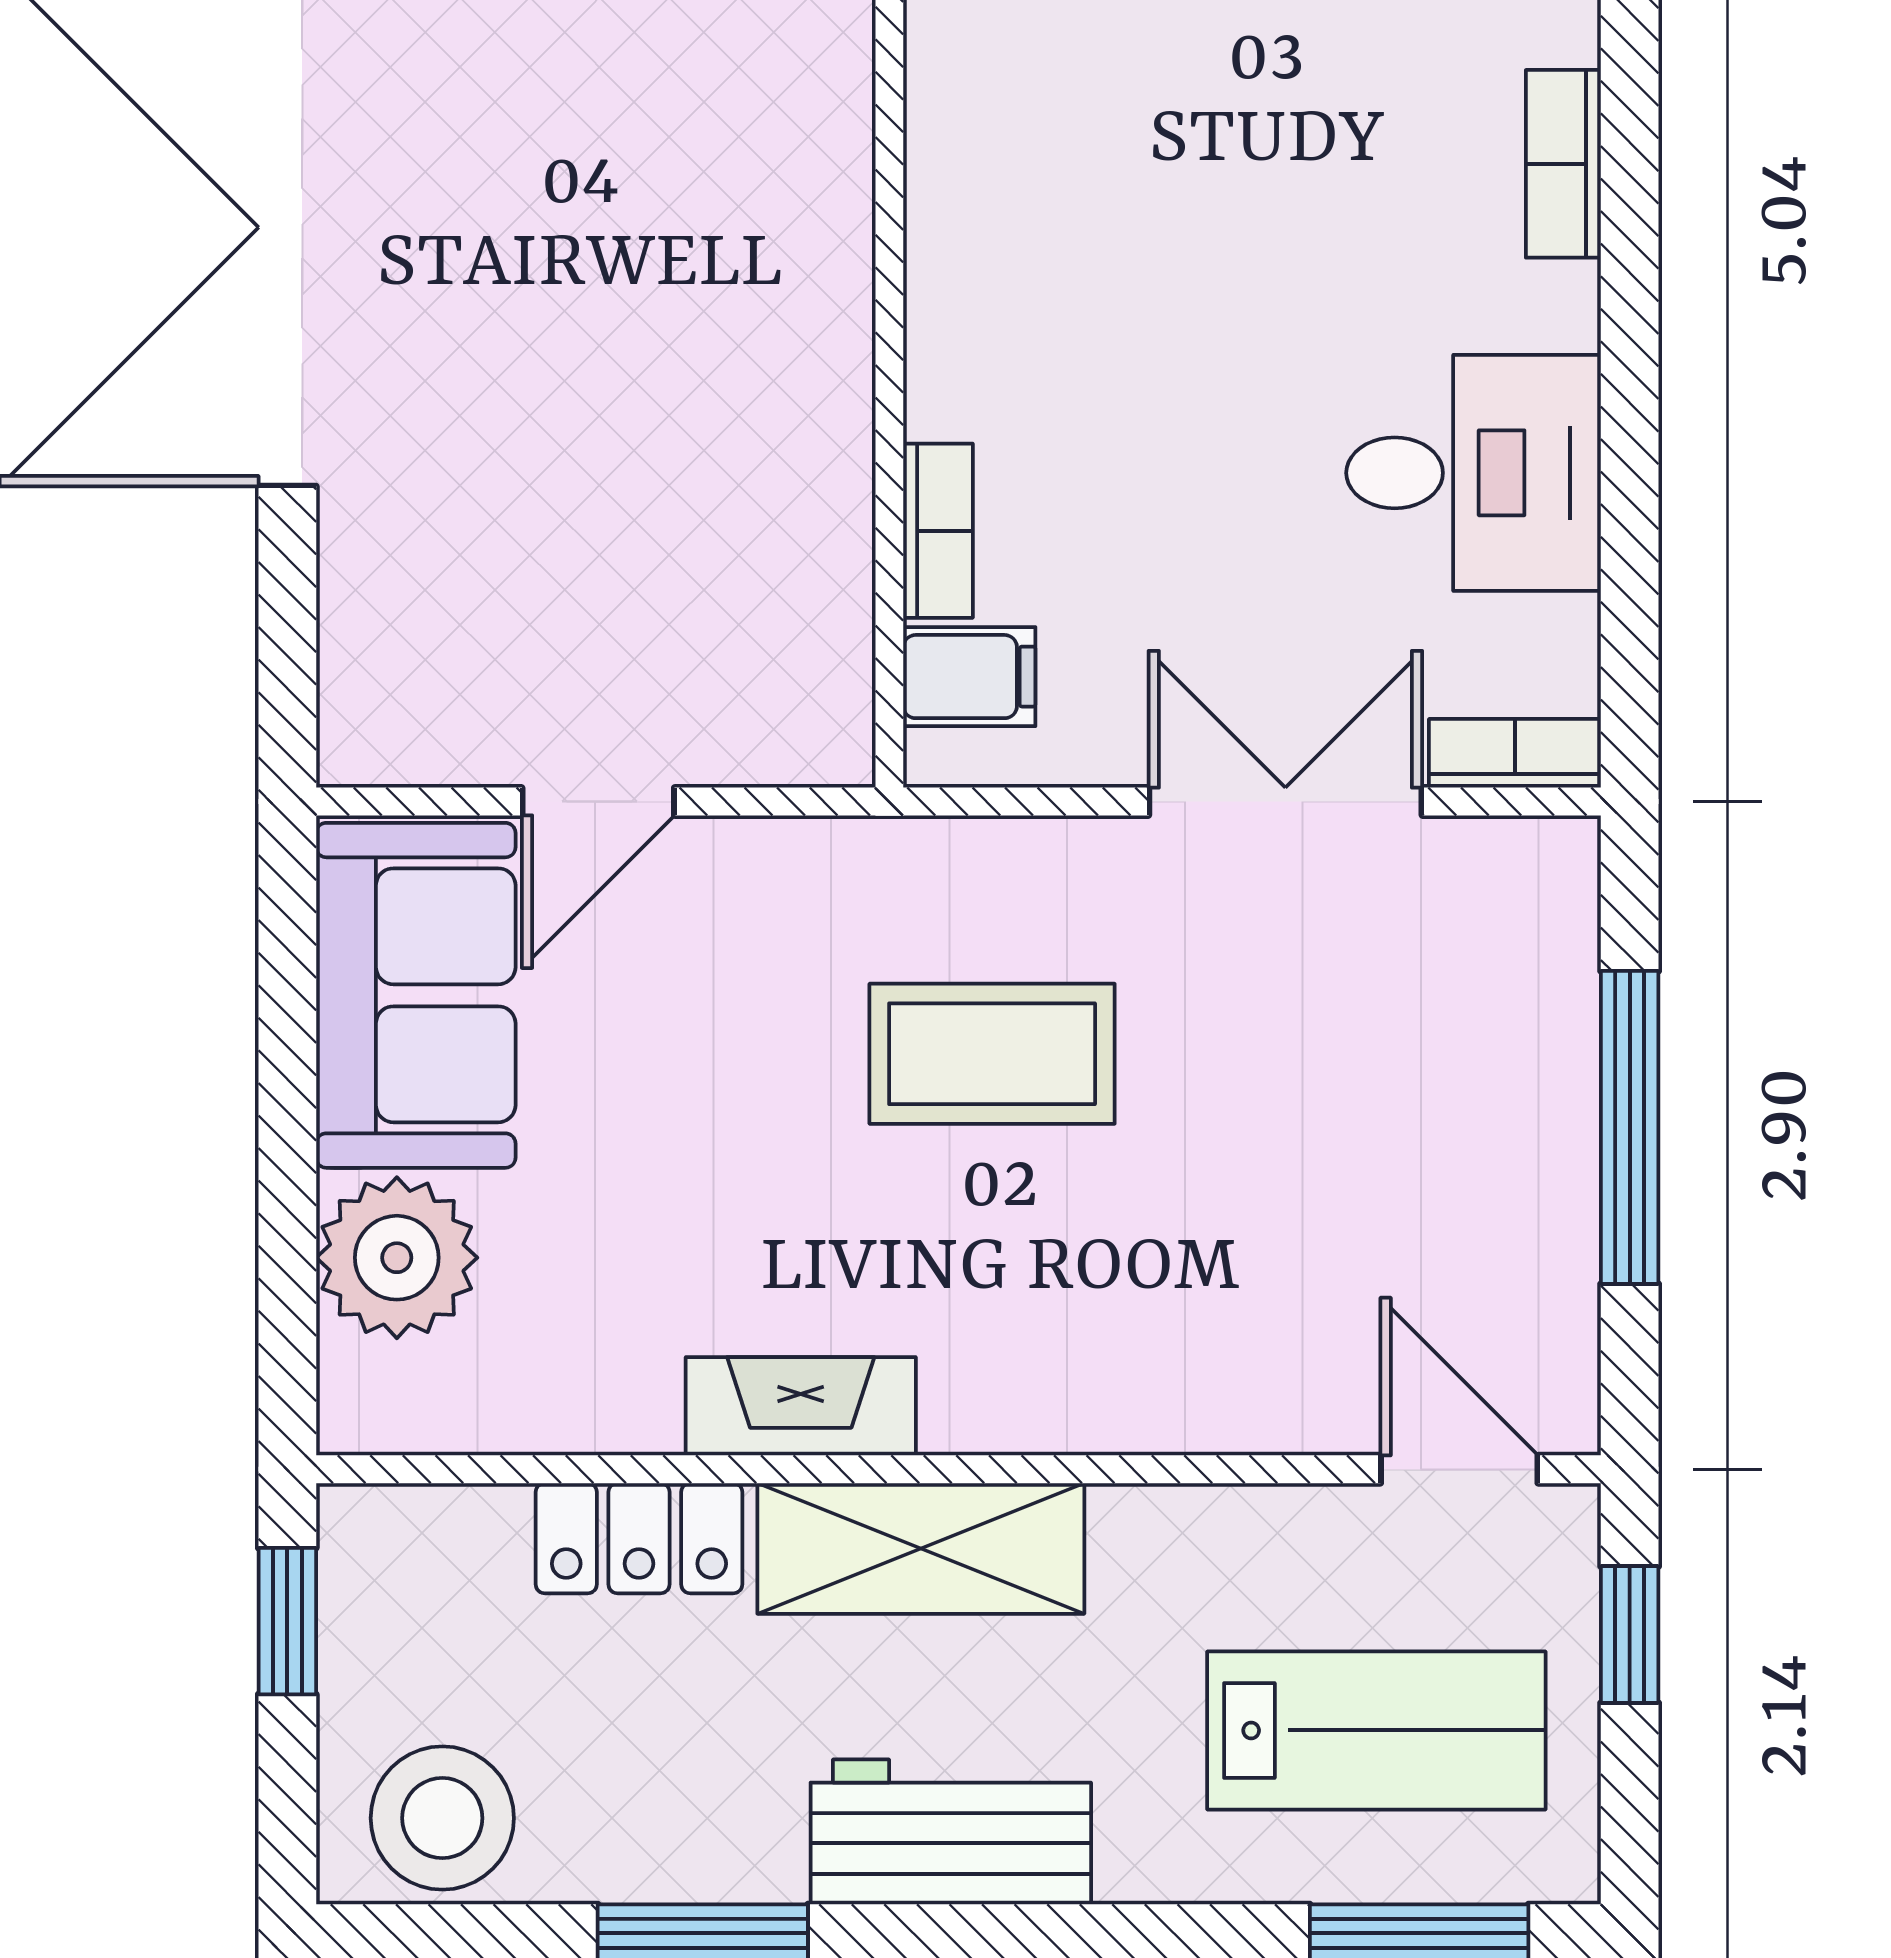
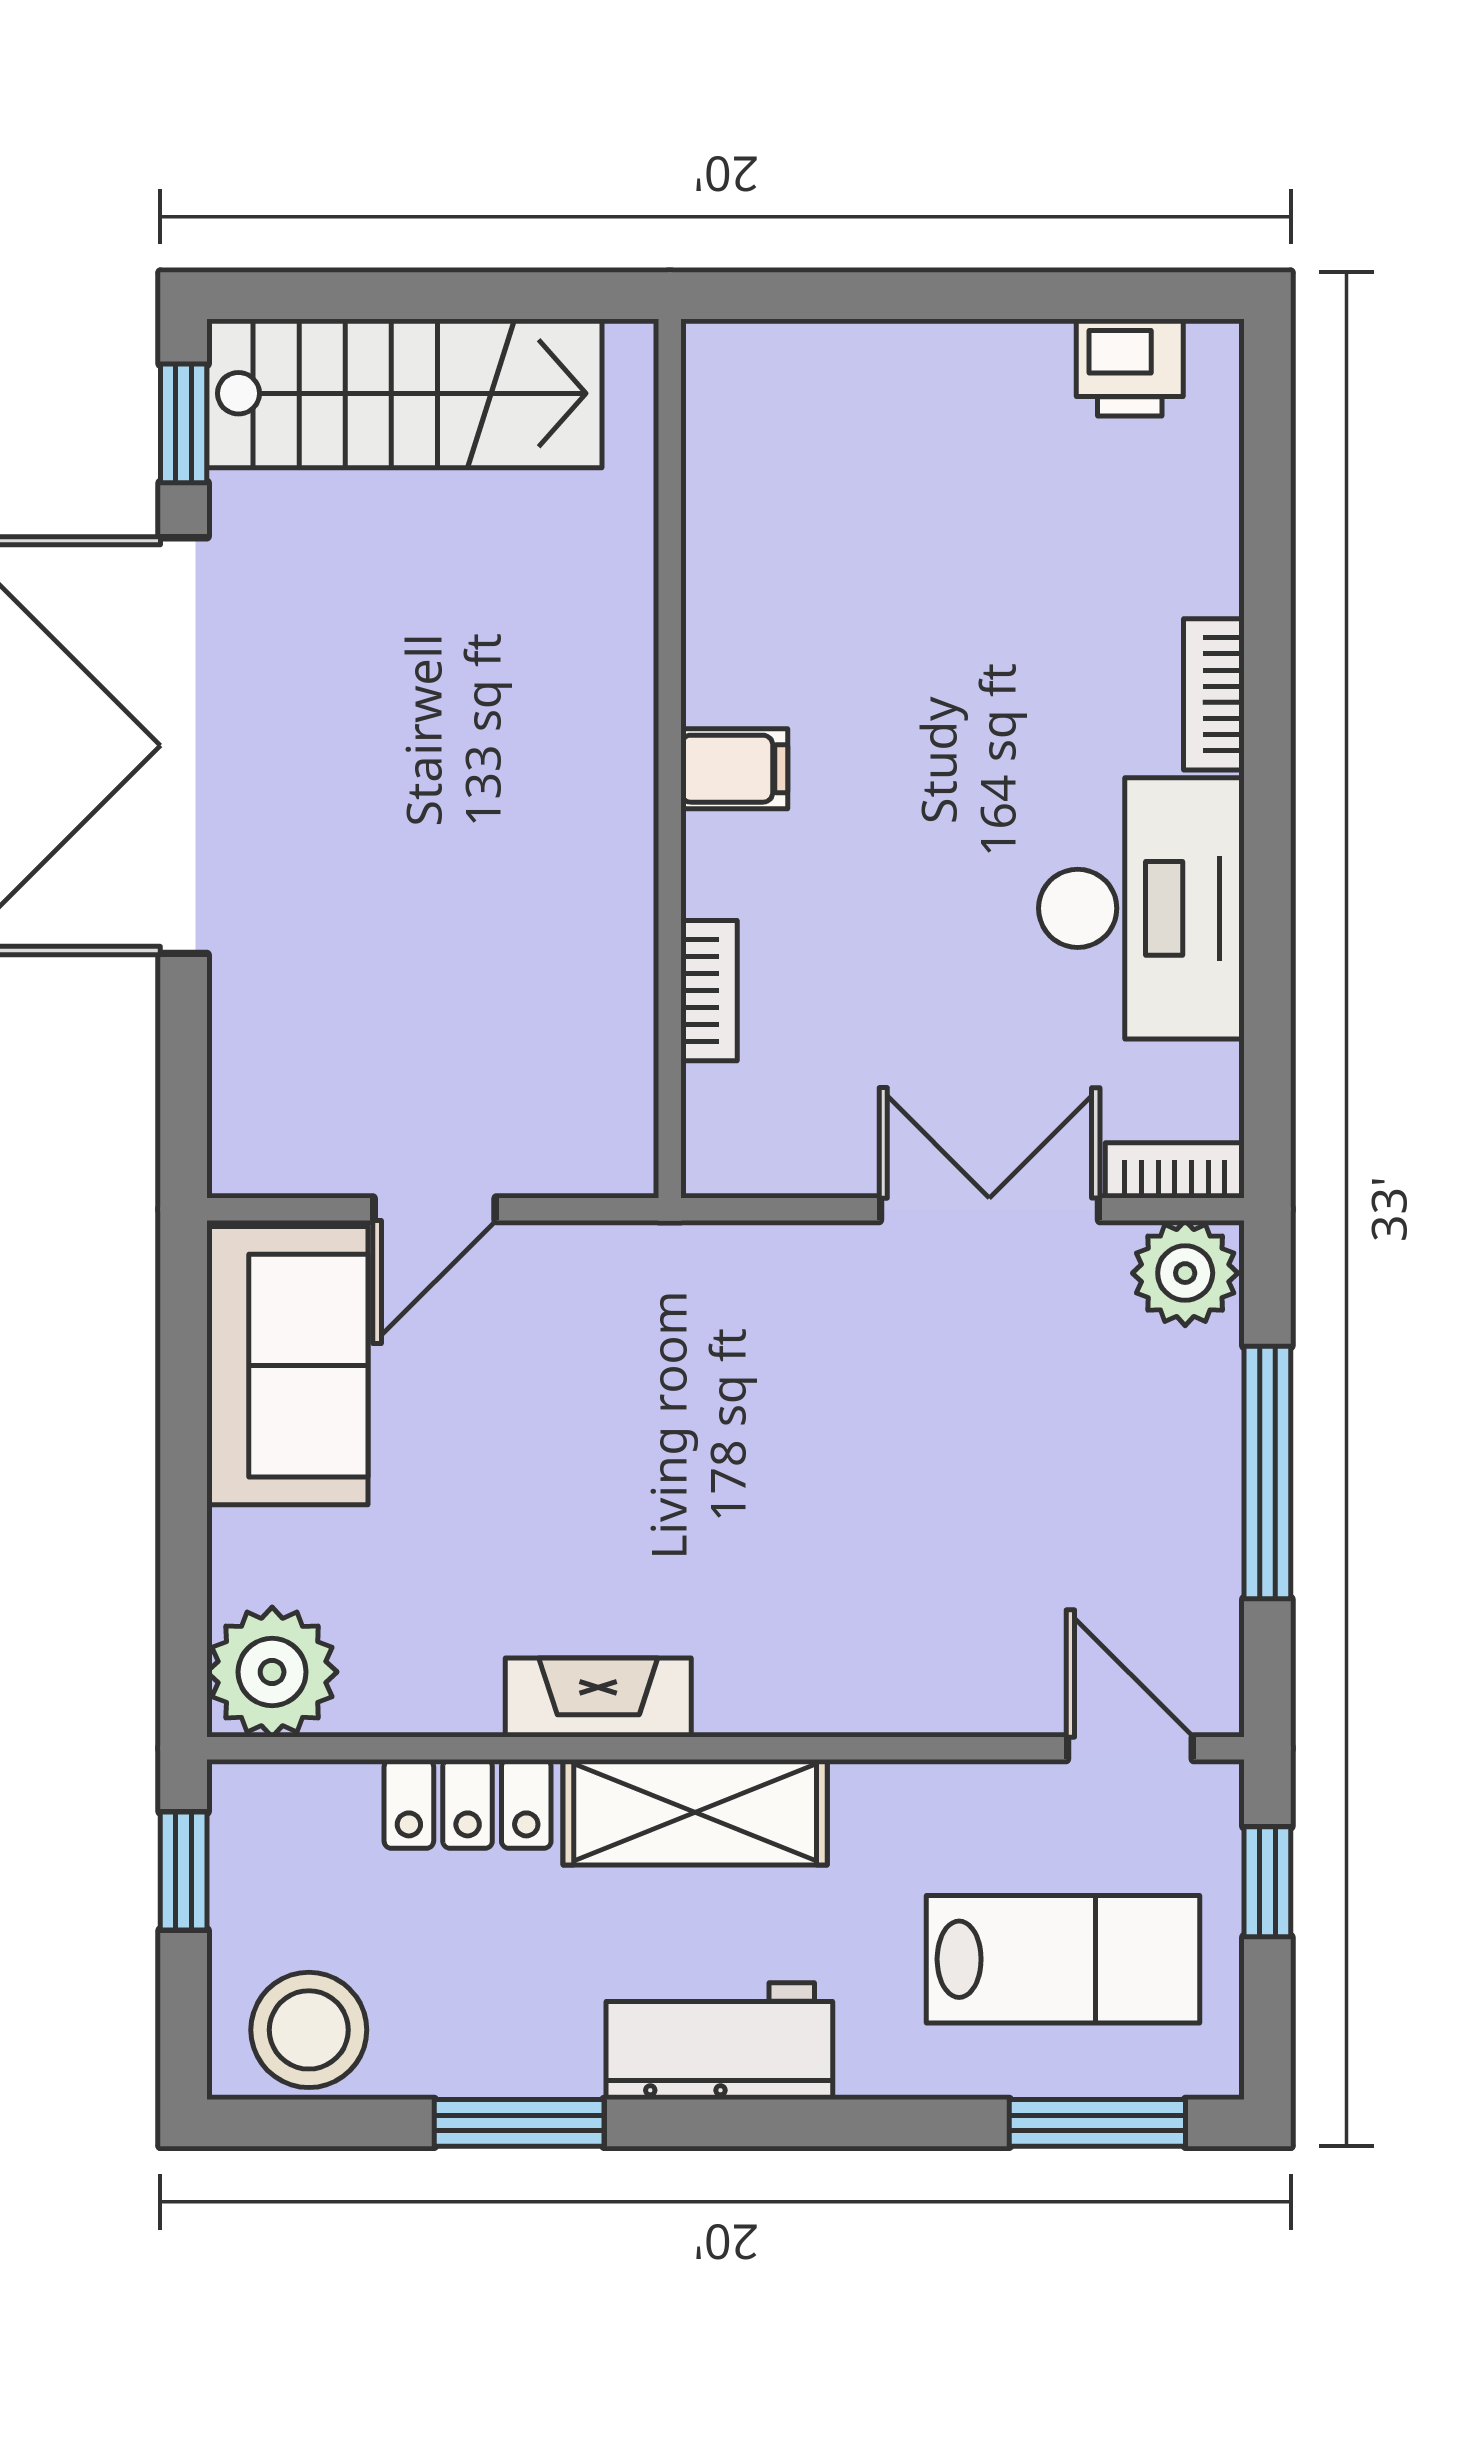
desk: (1474, 473) -> (1141, 908), width x1.37
filing cabinet: (969, 677) -> (734, 769), moved
plant: (1528, 881) -> (1185, 1273), added
coffee table: (992, 1054) -> (753, 1413), removed
plant: (397, 1258) -> (272, 1672), moved

